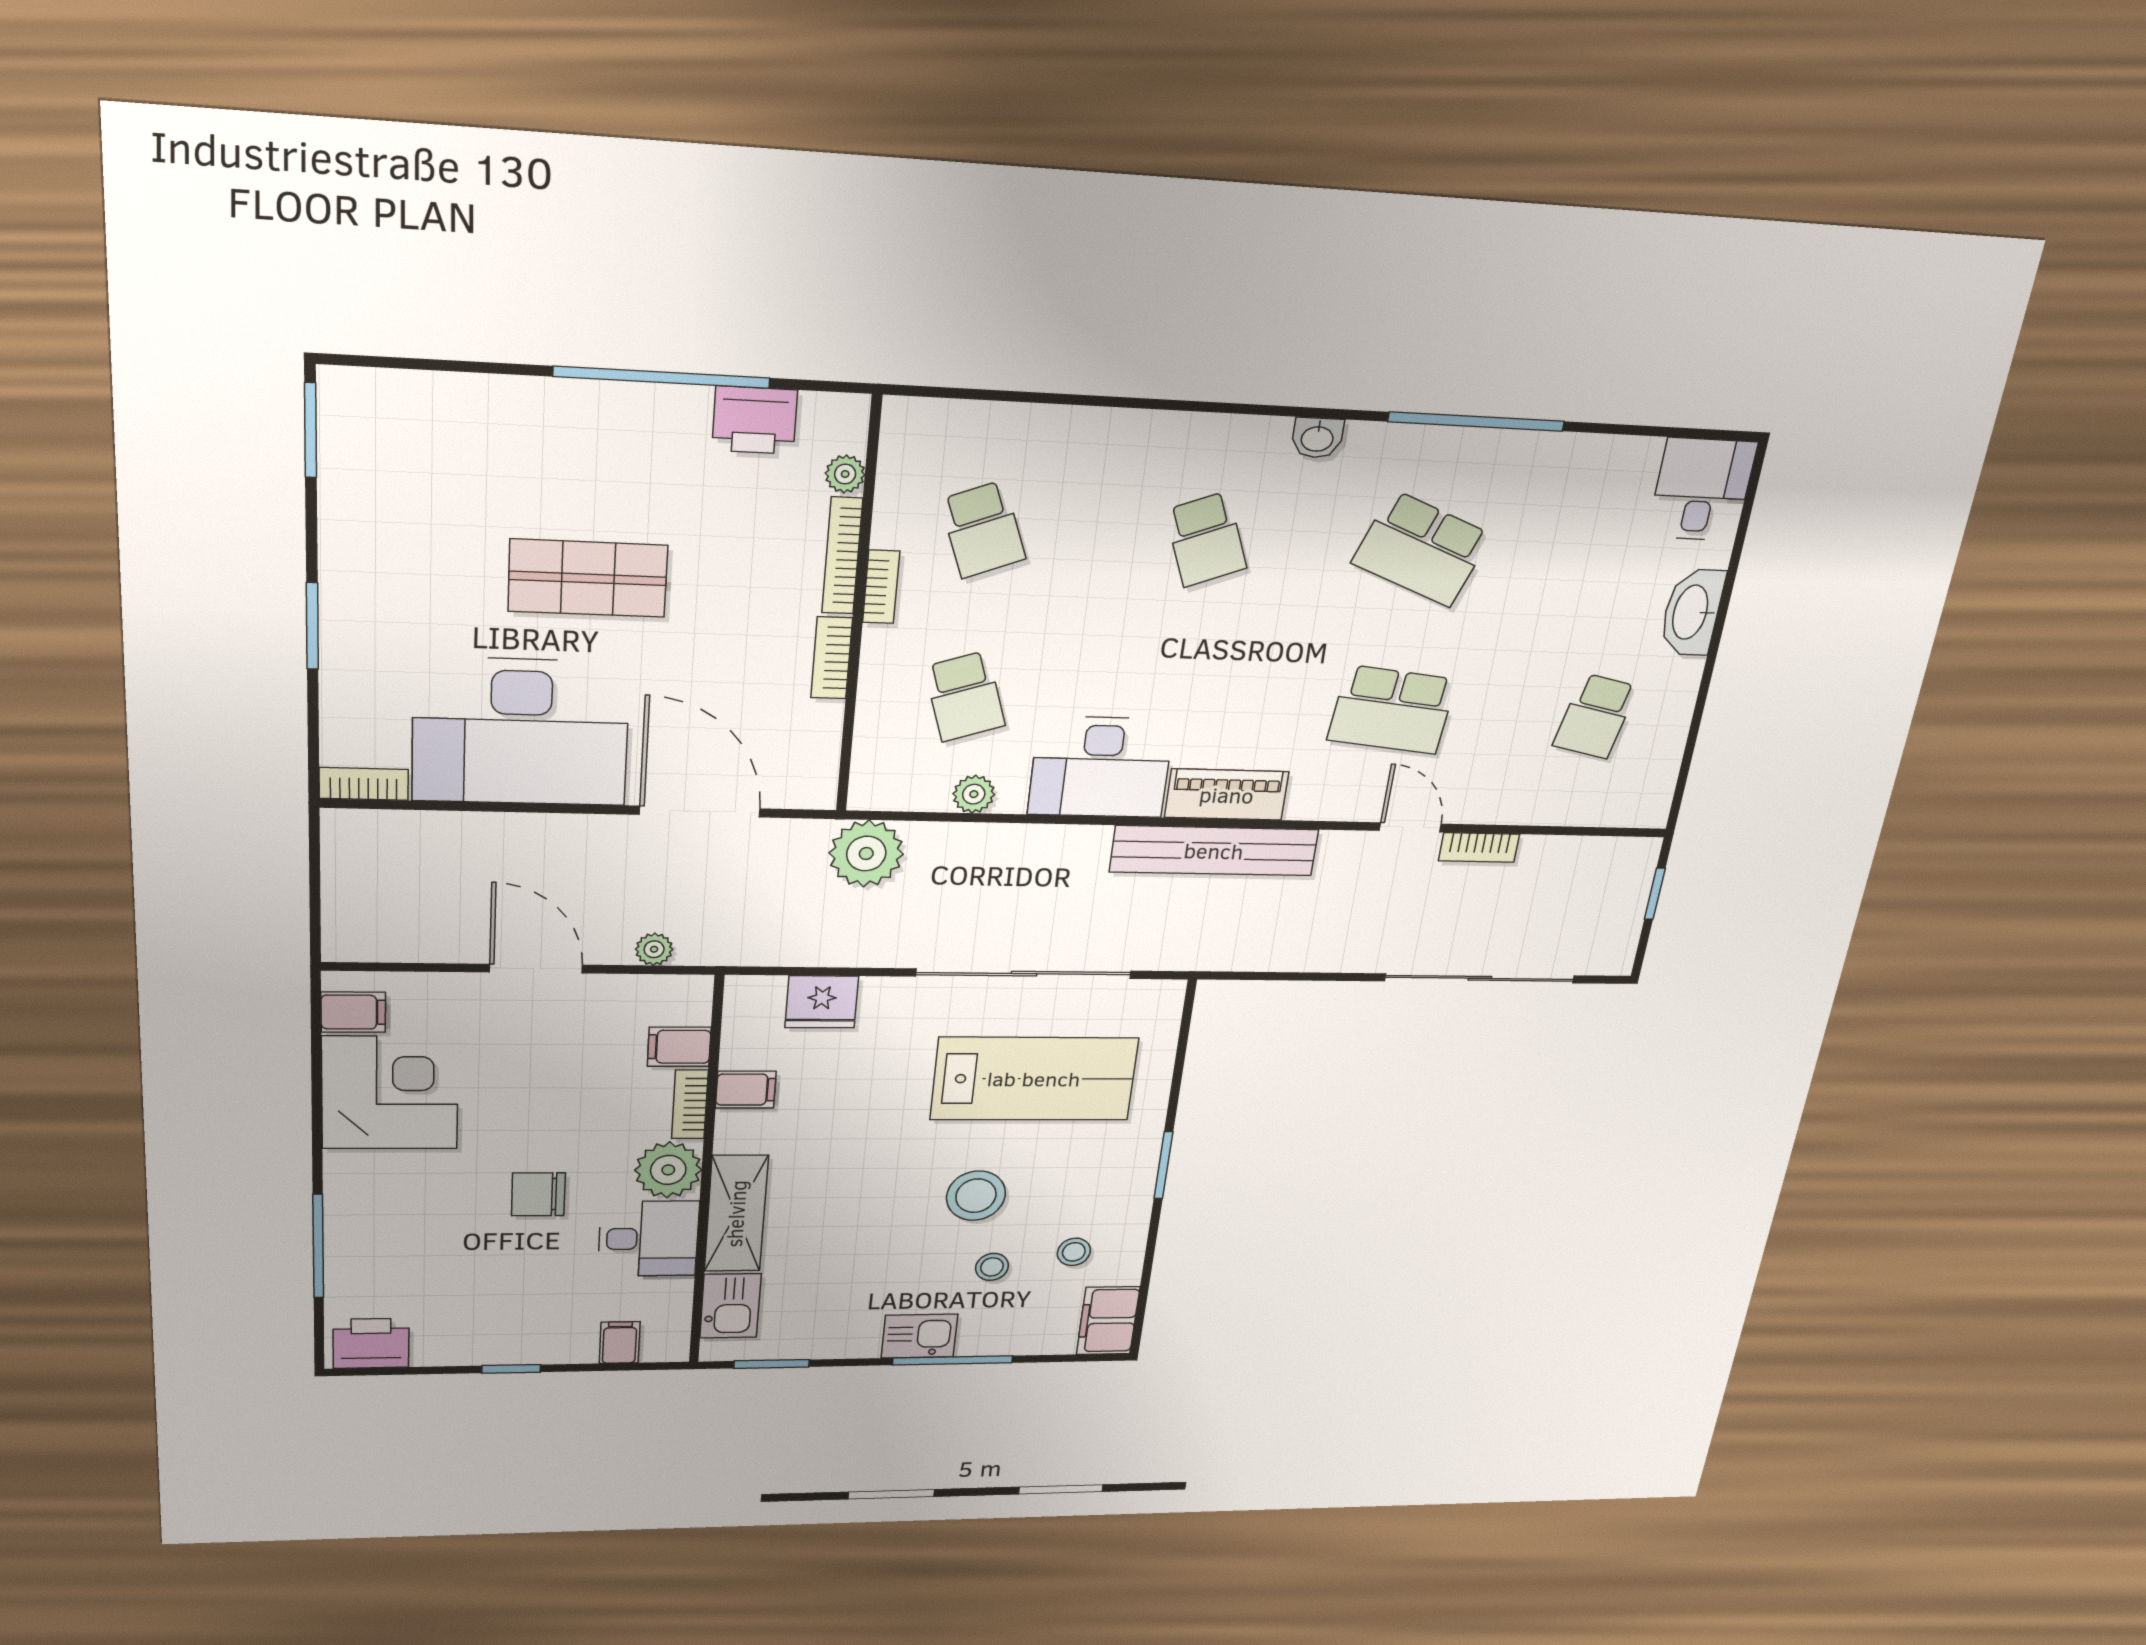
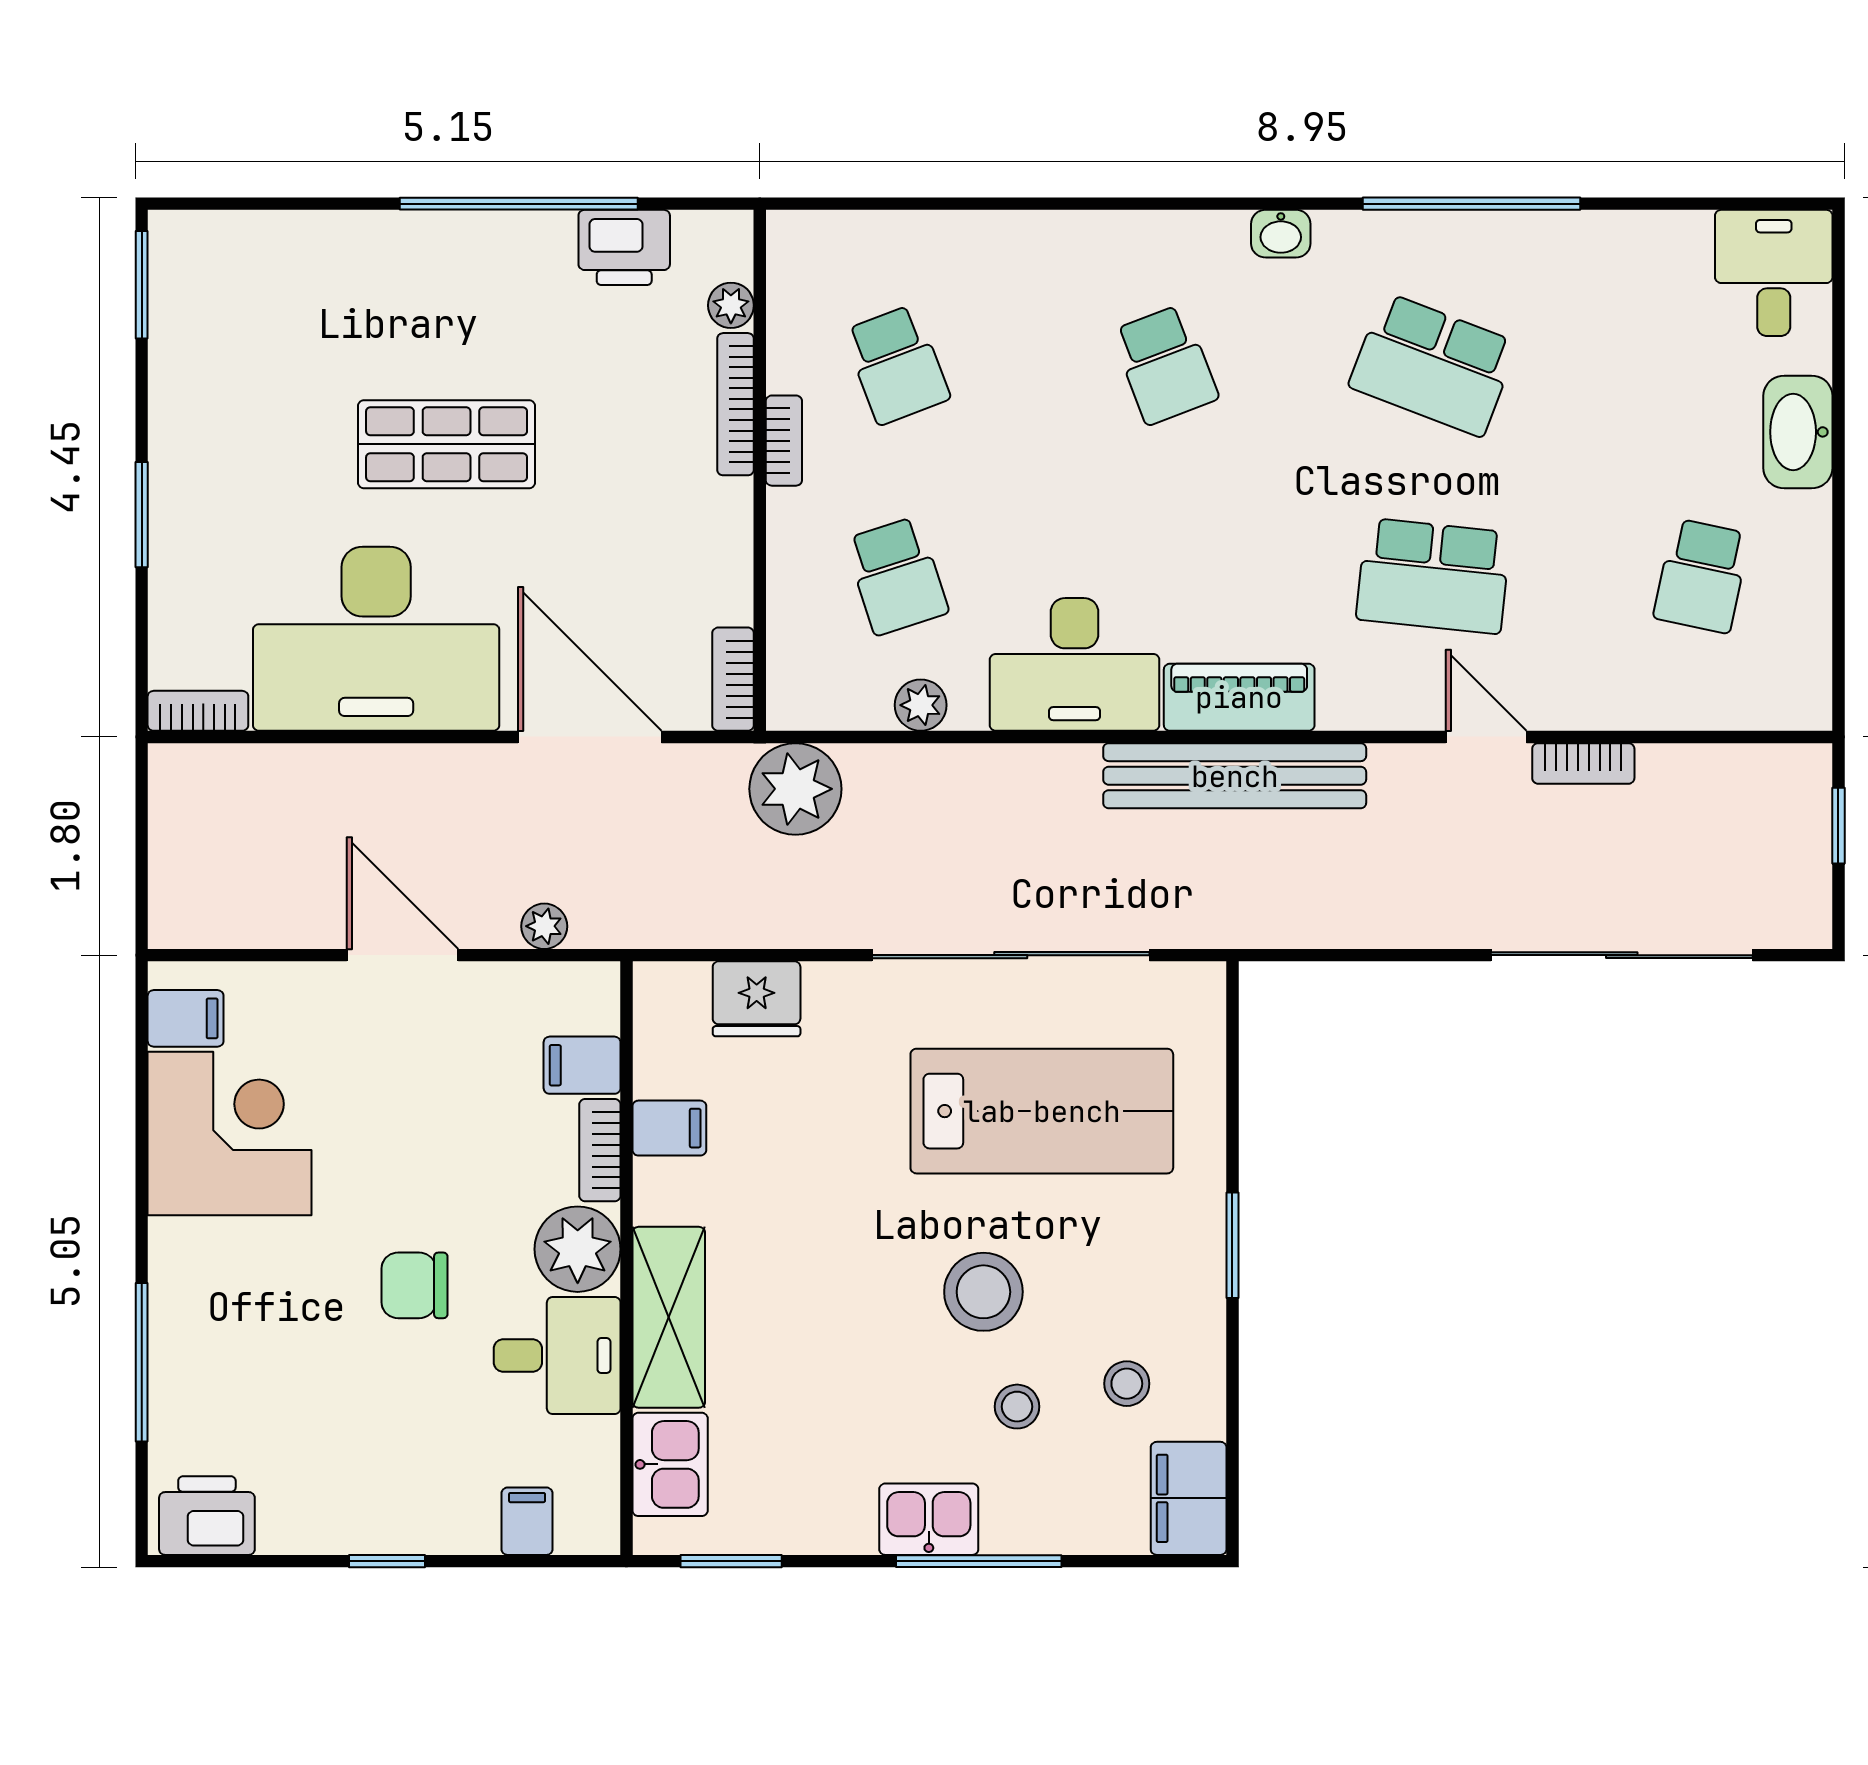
bookcase: (832, 658) -> (733, 679), moved

